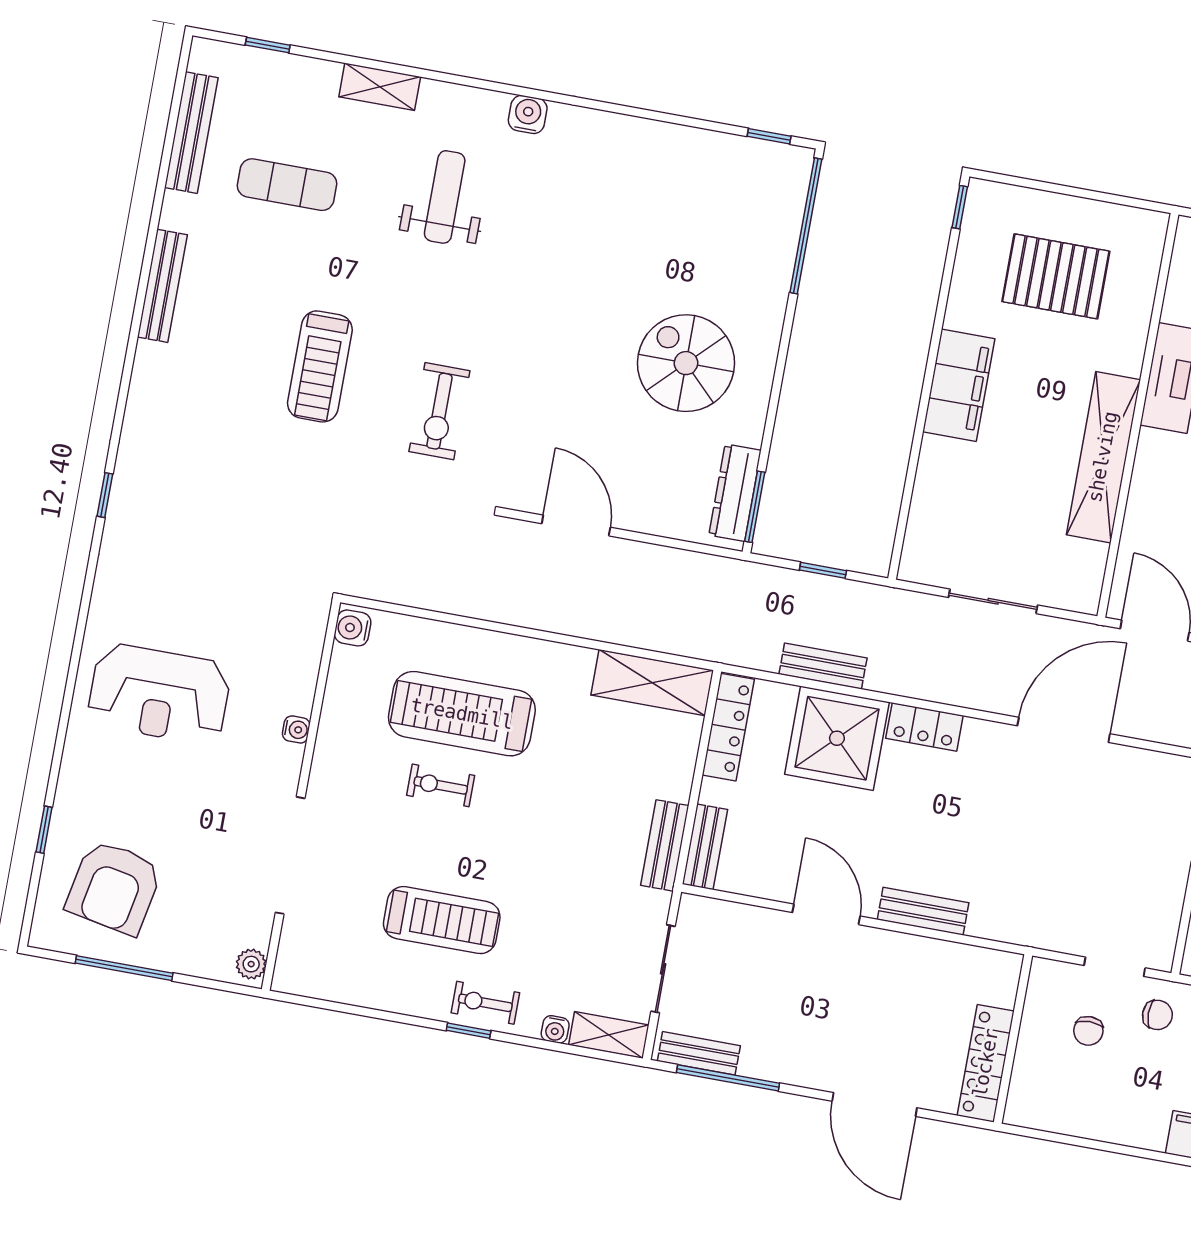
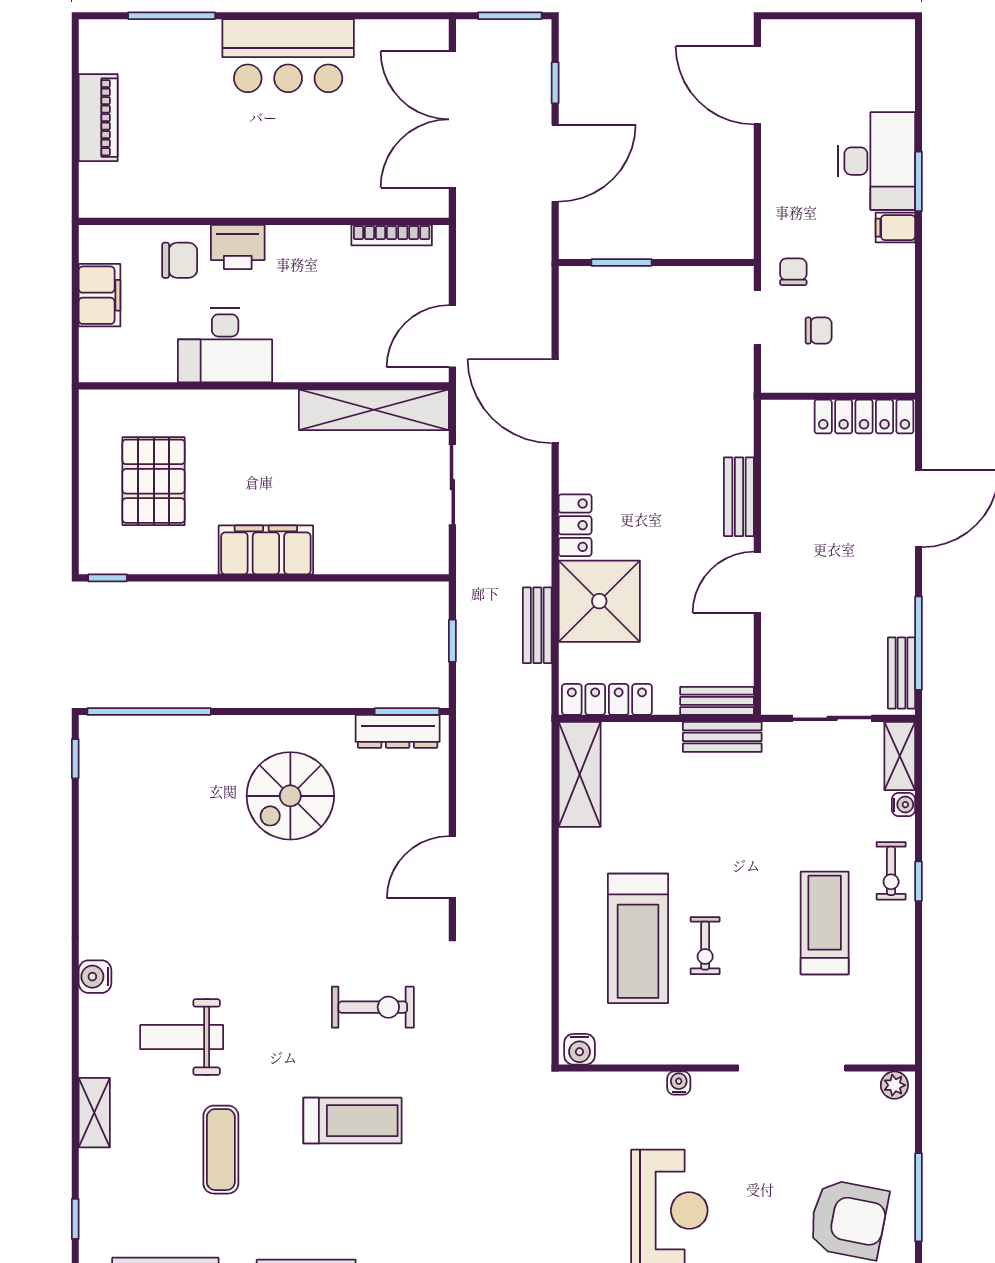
exercise mat: (287, 185) -> (221, 1150), moved
shelving: (1103, 457) -> (374, 410), moved

